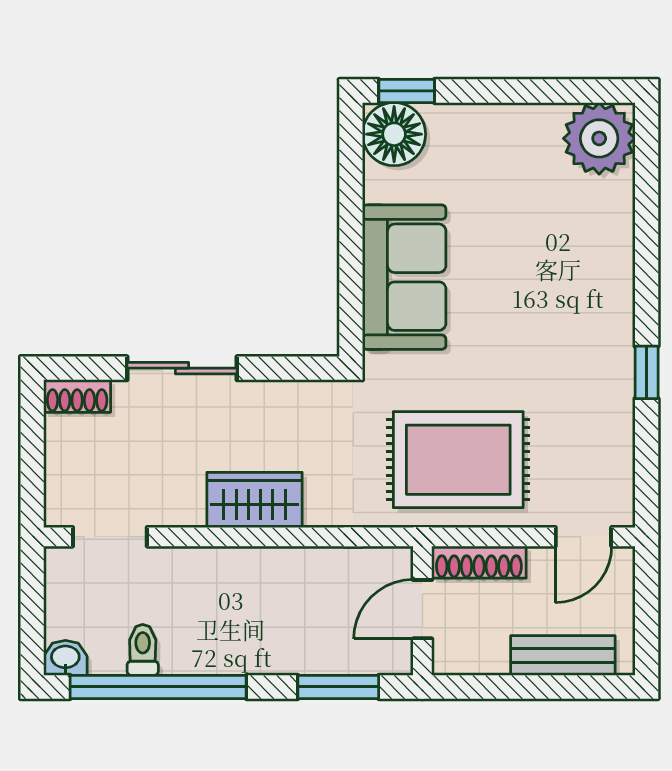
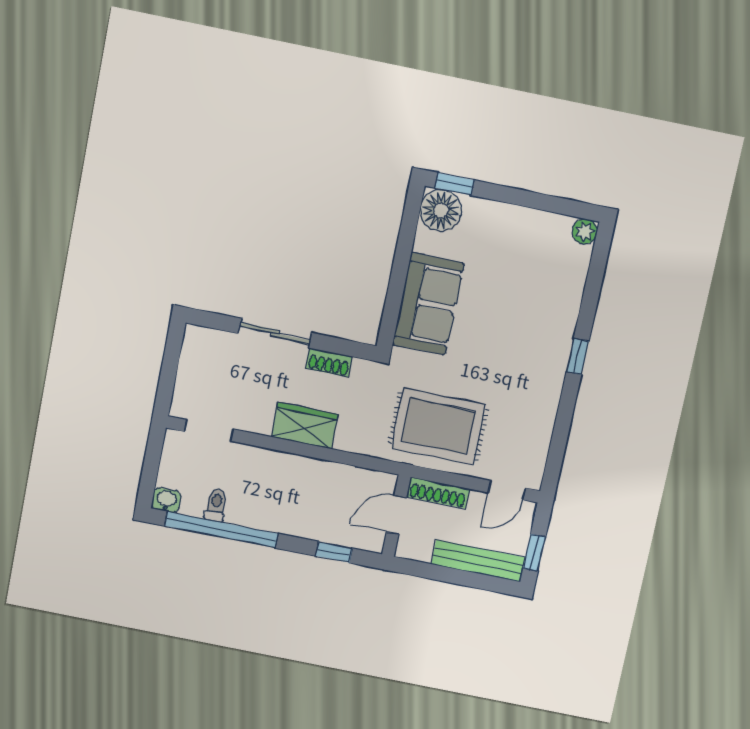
plant: (599, 138) -> (585, 231), width x0.53, depth x0.53
window: (647, 372) -> (578, 357), moved
shoe rack: (77, 396) -> (329, 362), moved
window: (647, 625) -> (534, 553), added
bench: (563, 656) -> (478, 561), width x1.36
window: (338, 687) -> (334, 552), width x0.67

